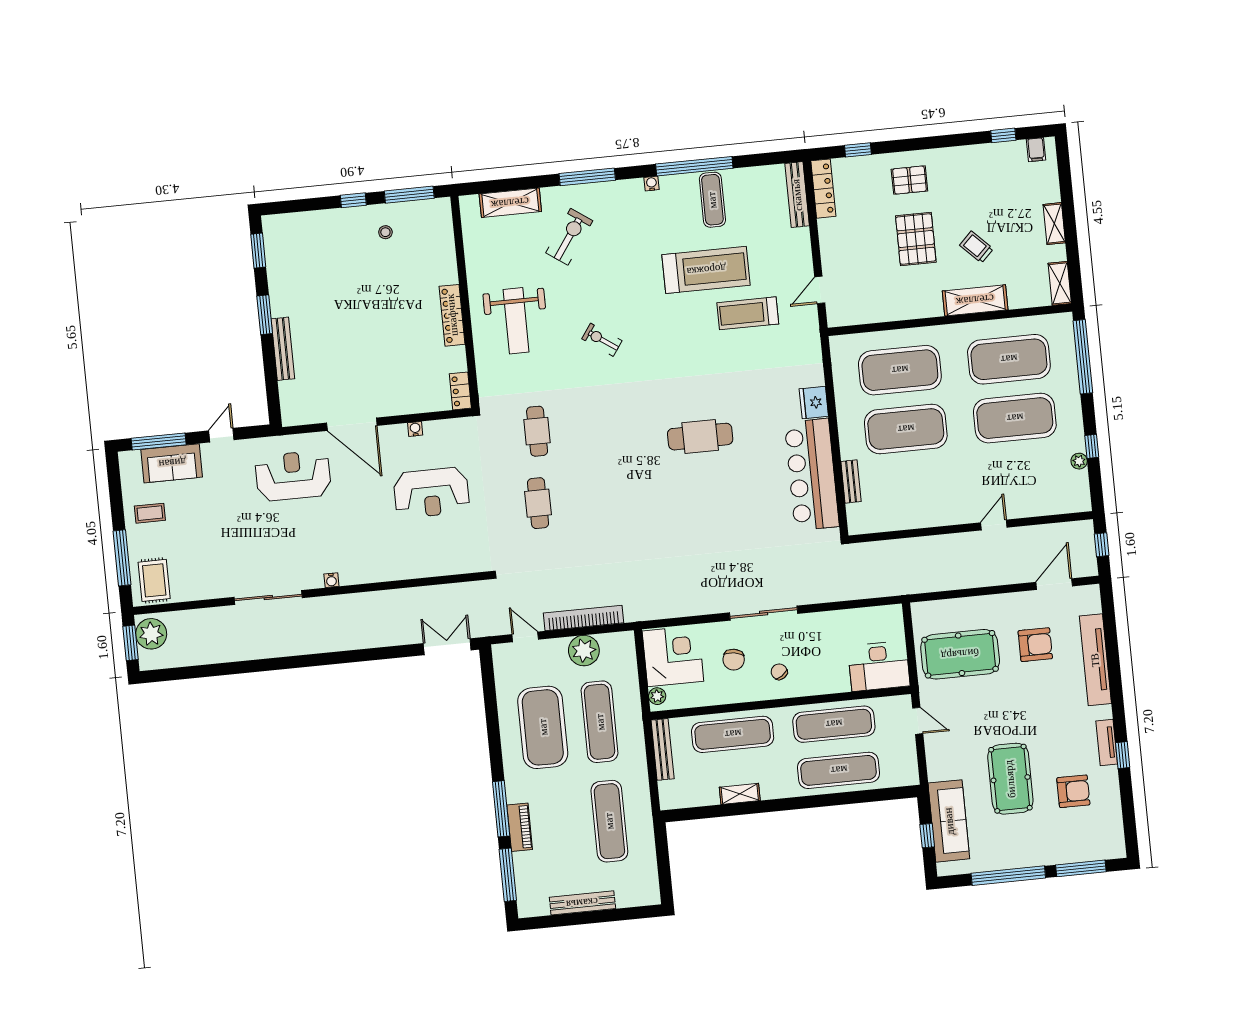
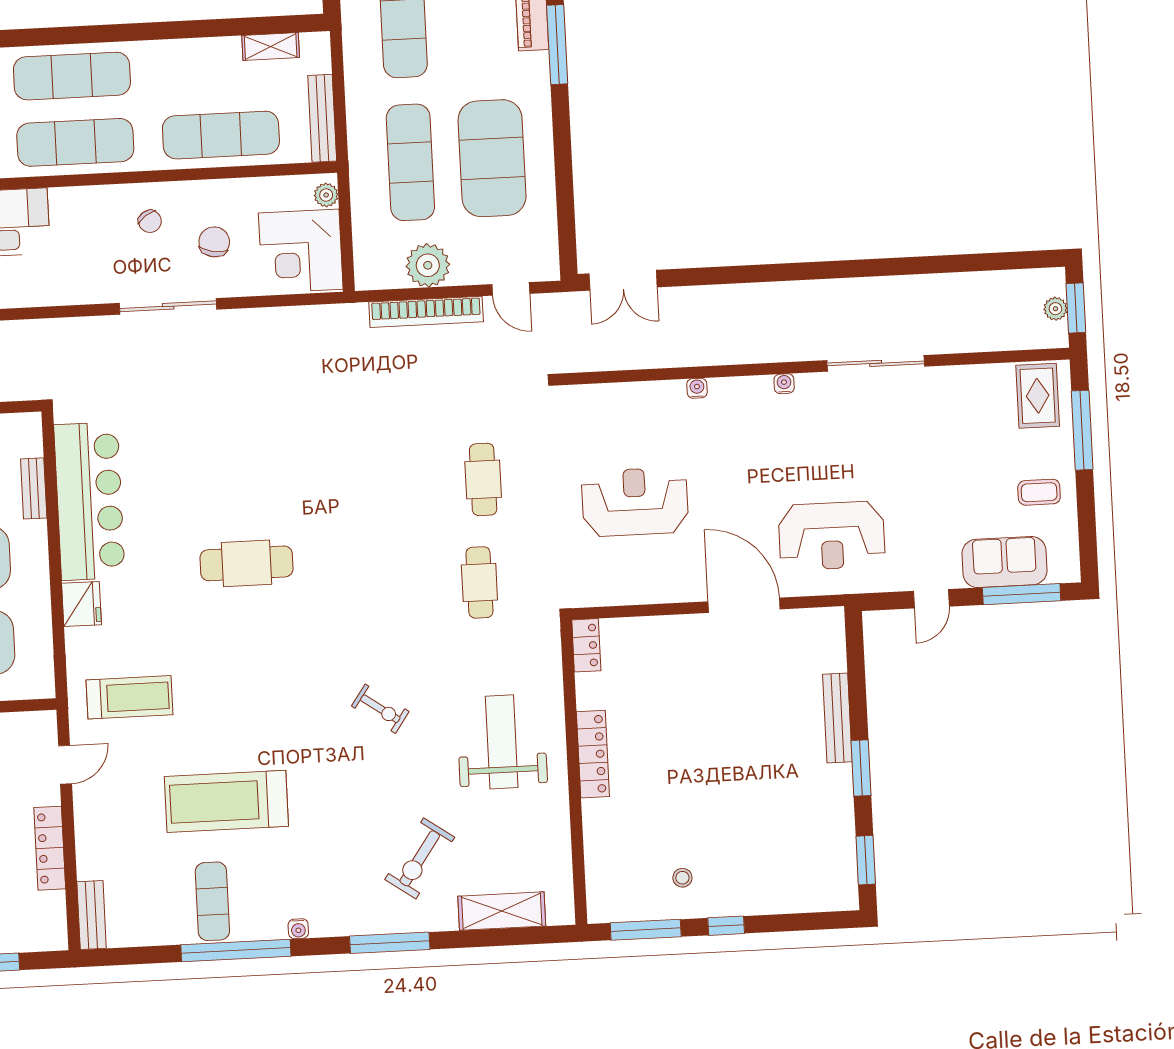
locker: (823, 189) -> (50, 848), moved
bench: (797, 195) -> (92, 915), width x0.73
treadmill: (748, 313) -> (129, 697), moved
water cooler: (415, 429) -> (697, 388), moved, turned 180
plant: (151, 634) -> (1055, 309), width x0.53, depth x0.53
shelving: (740, 794) -> (271, 47), moved

